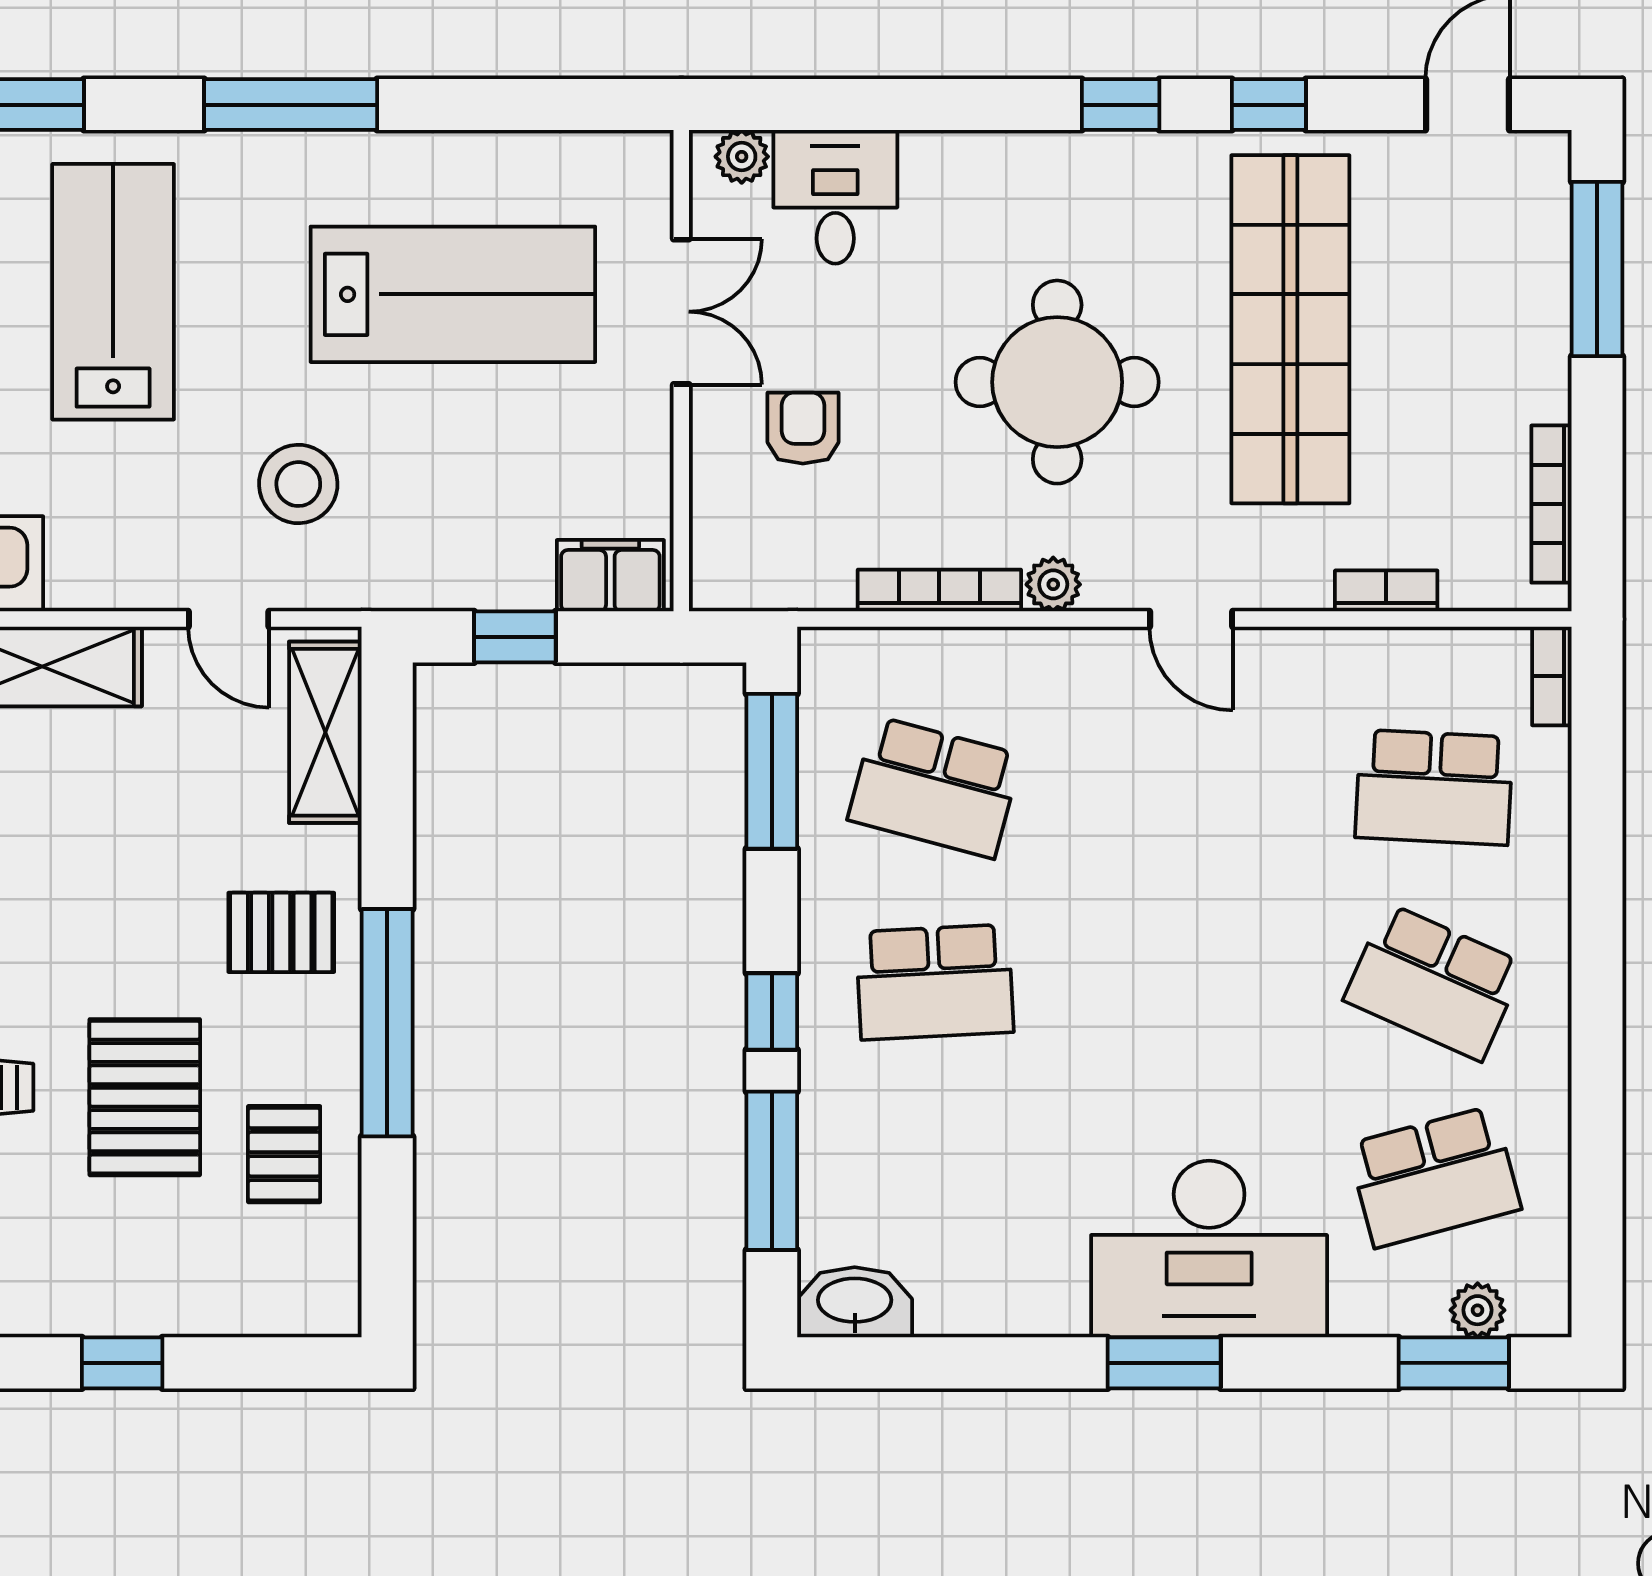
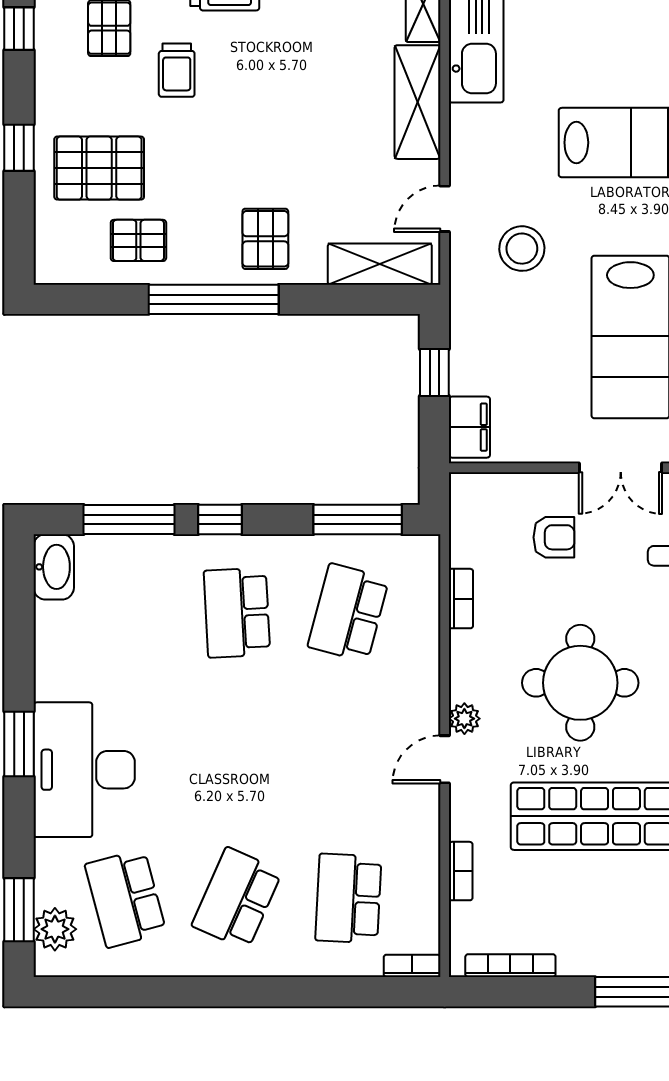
plant: (1053, 584) -> (464, 719), moved
bookcase: (939, 590) -> (461, 599), width x0.64
pallet: (145, 1097) -> (99, 168), moved
plant: (1478, 1310) -> (55, 929), width x1.38, depth x1.38

